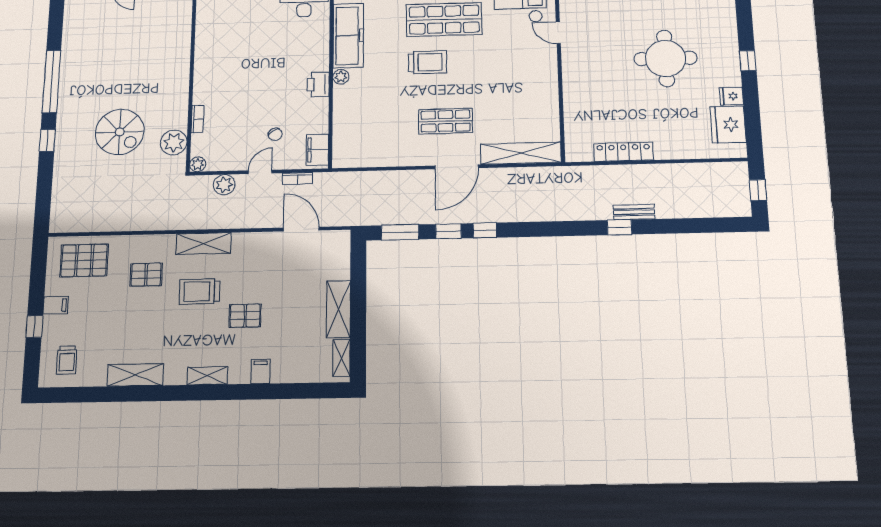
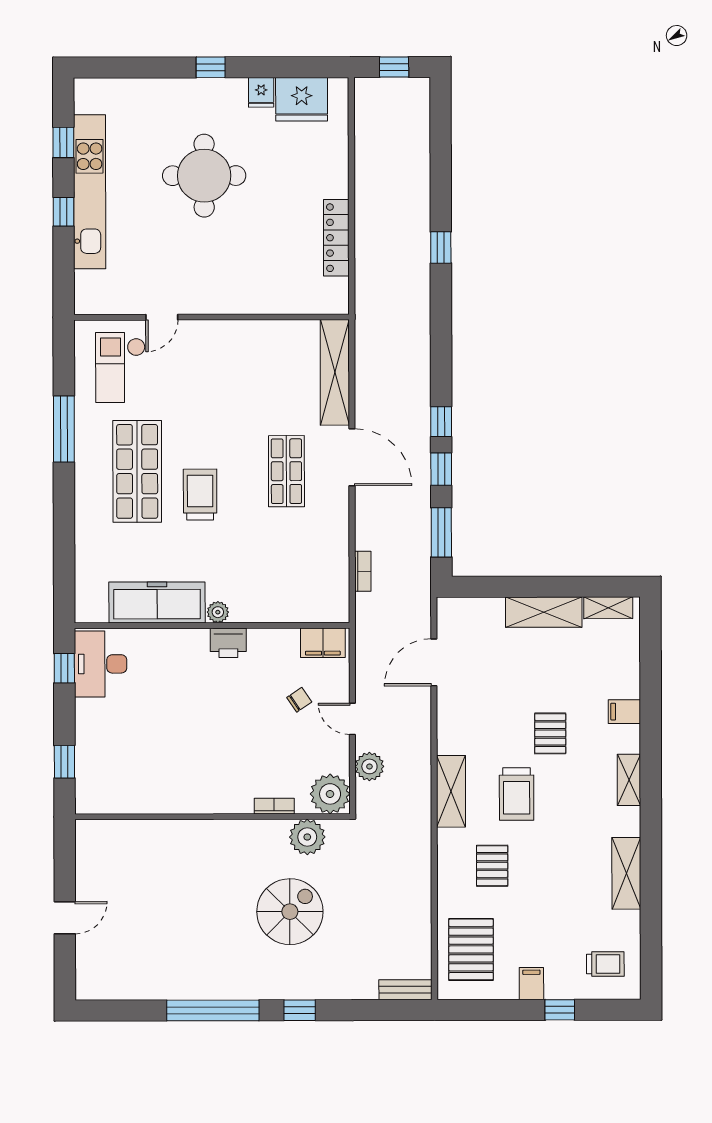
plant: (198, 164) -> (330, 794), width x1.88, depth x1.88
bookcase: (297, 178) -> (363, 571), moved
bench: (634, 212) -> (405, 990), moved, turned 90

